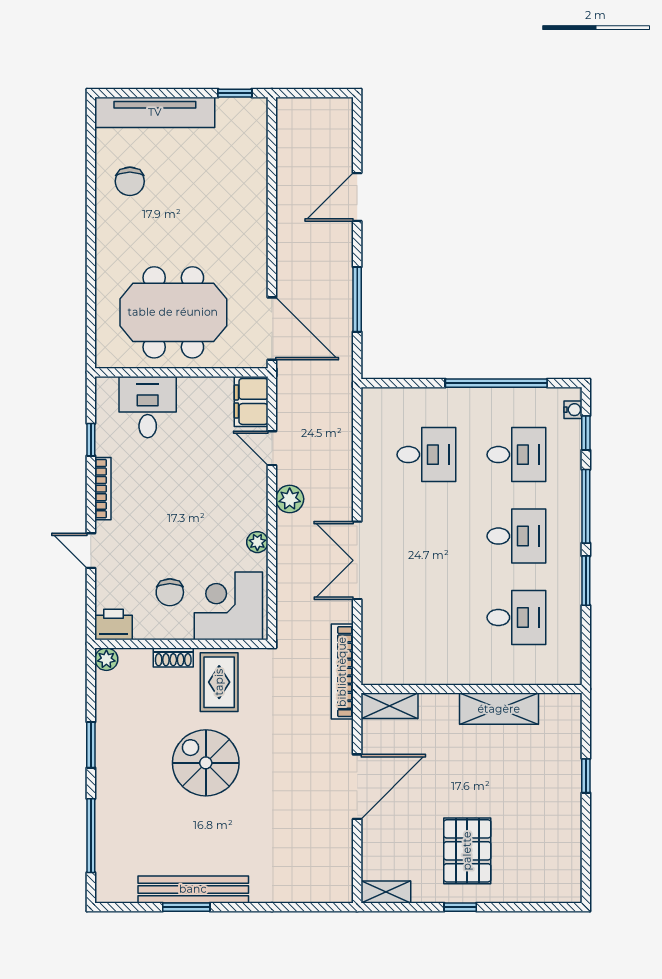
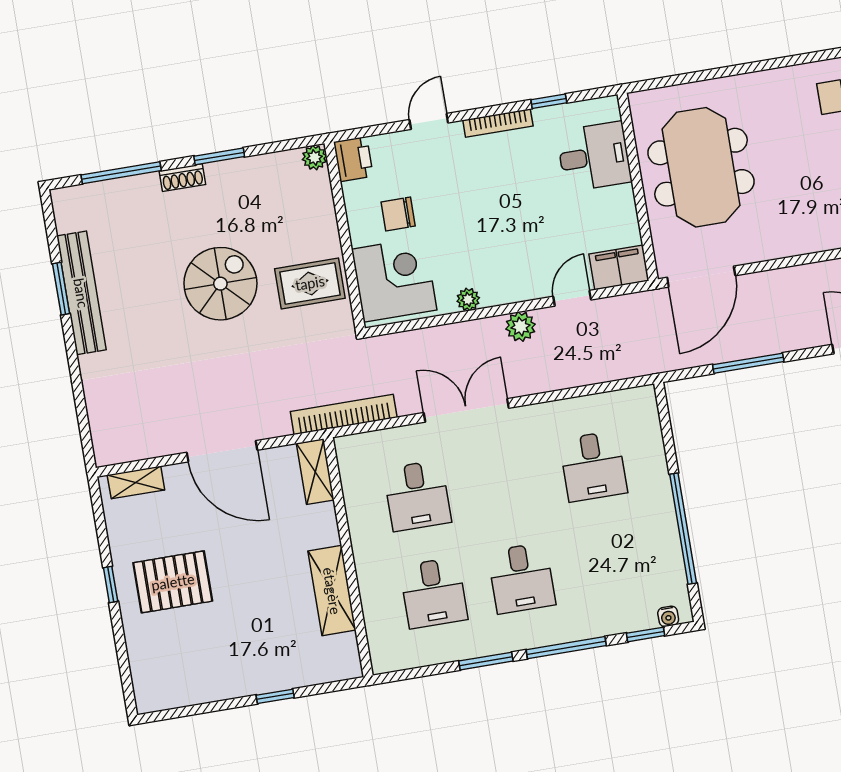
desk: (516, 455) -> (417, 496), moved
shoe rack: (173, 657) -> (182, 178), moved, turned -90
shelving: (386, 892) -> (136, 482), moved, turned 90

